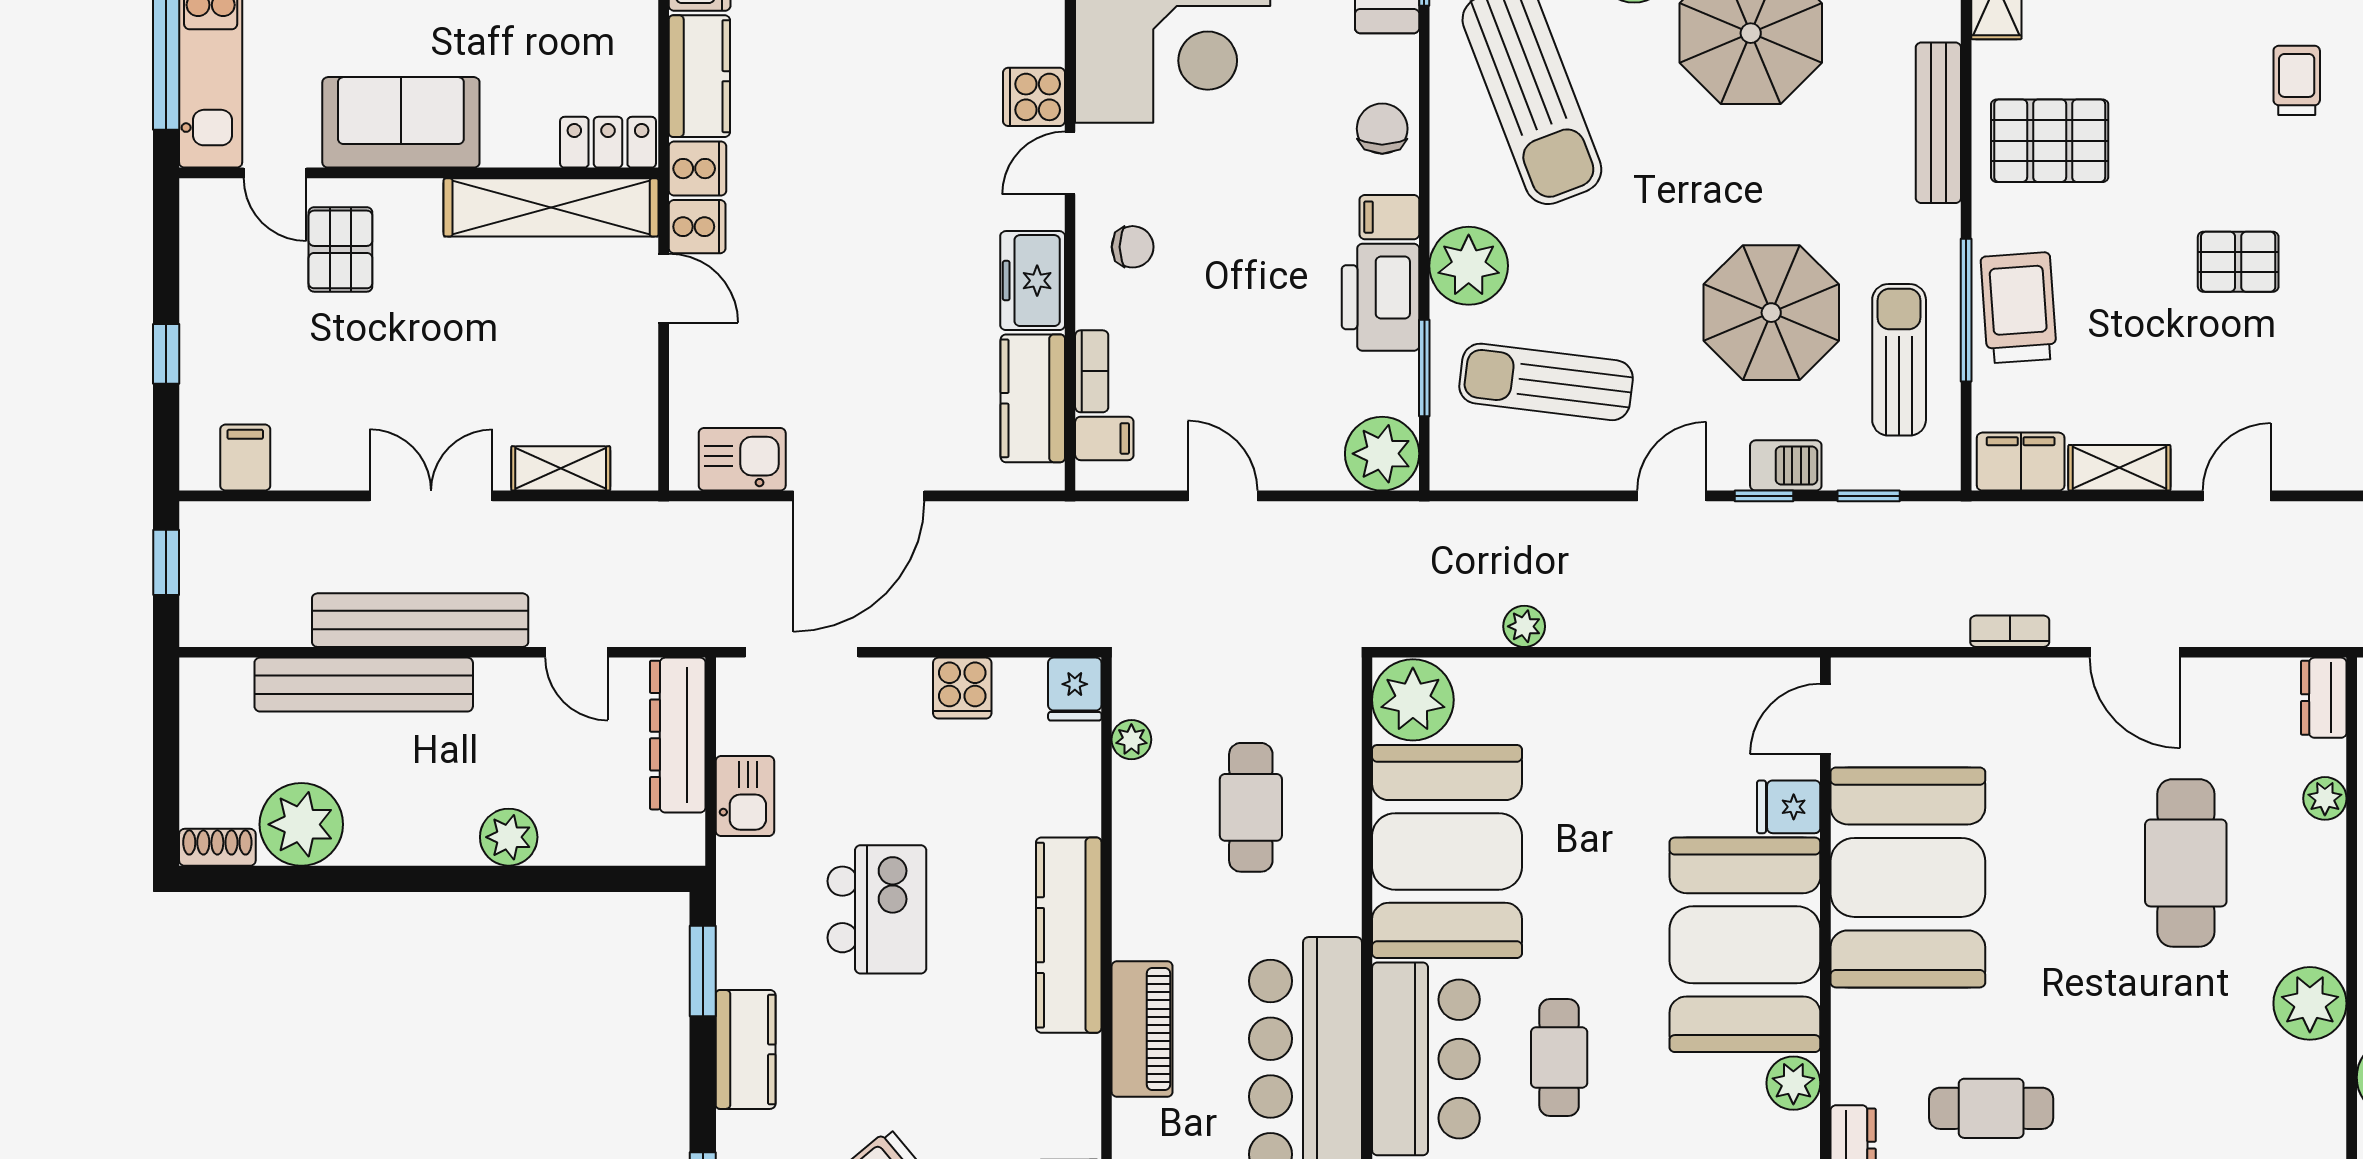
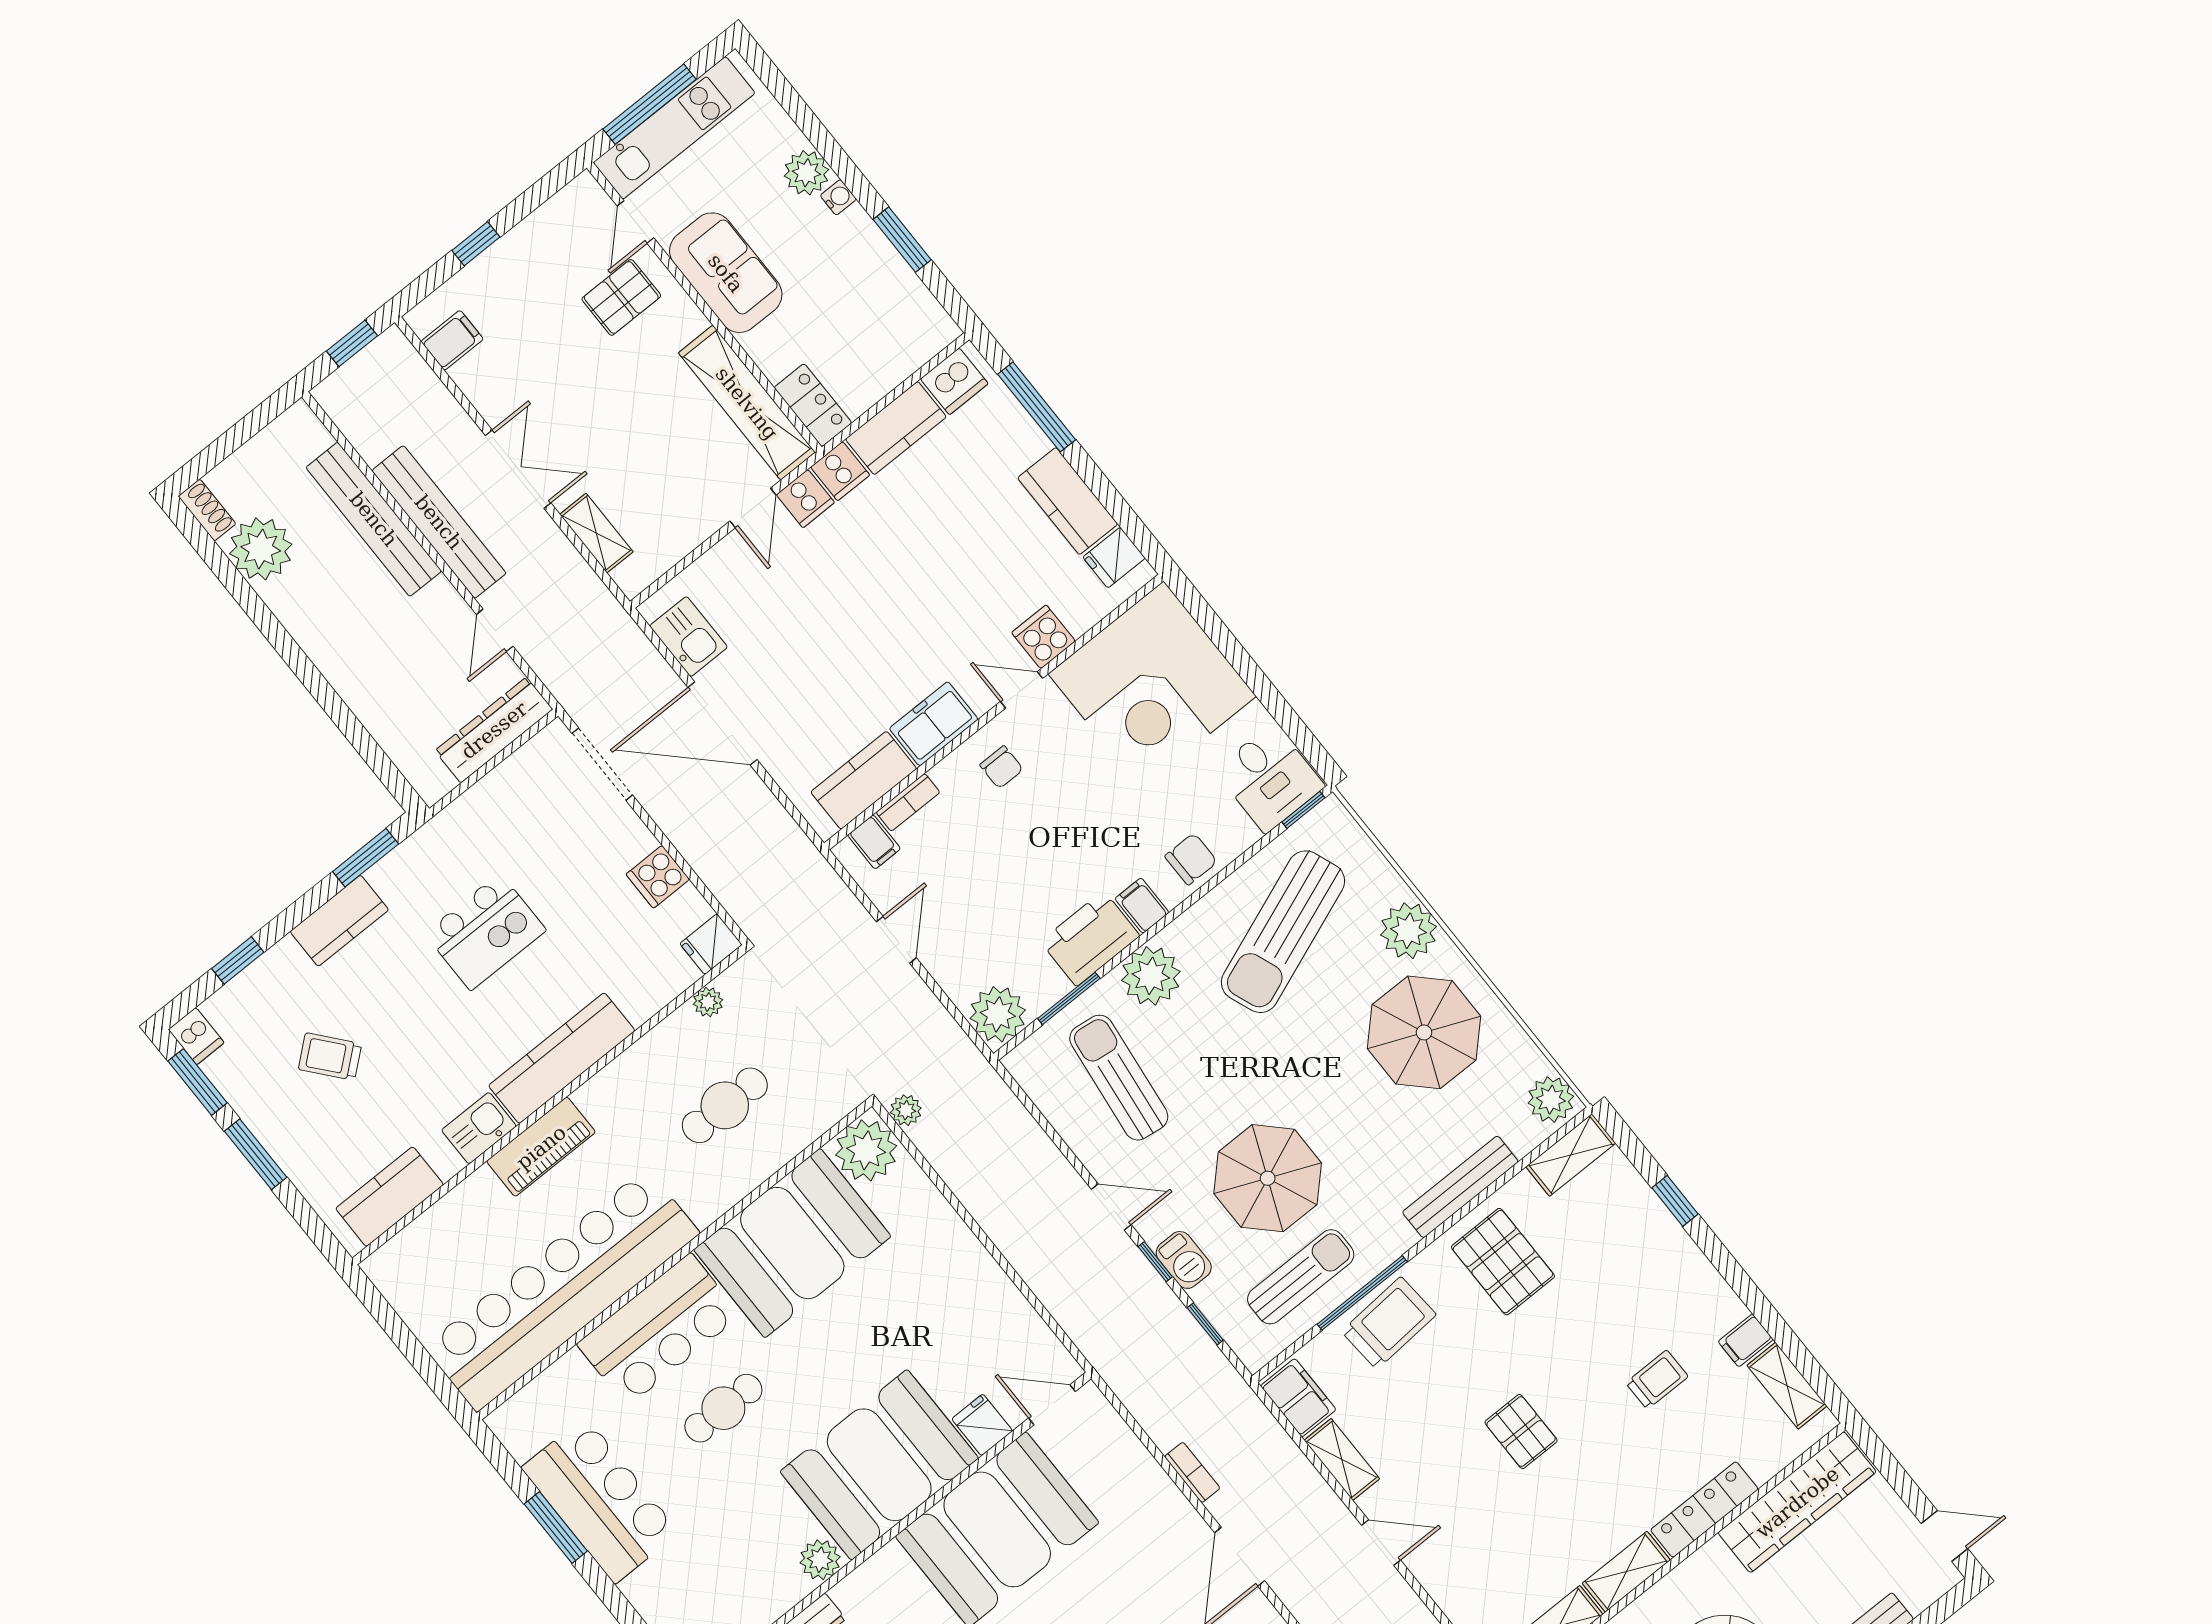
plant: (1524, 626) -> (906, 1110), moved
kitchen sink: (745, 796) -> (479, 1128), moved, turned 180
plant: (509, 837) -> (352, 678), removed

